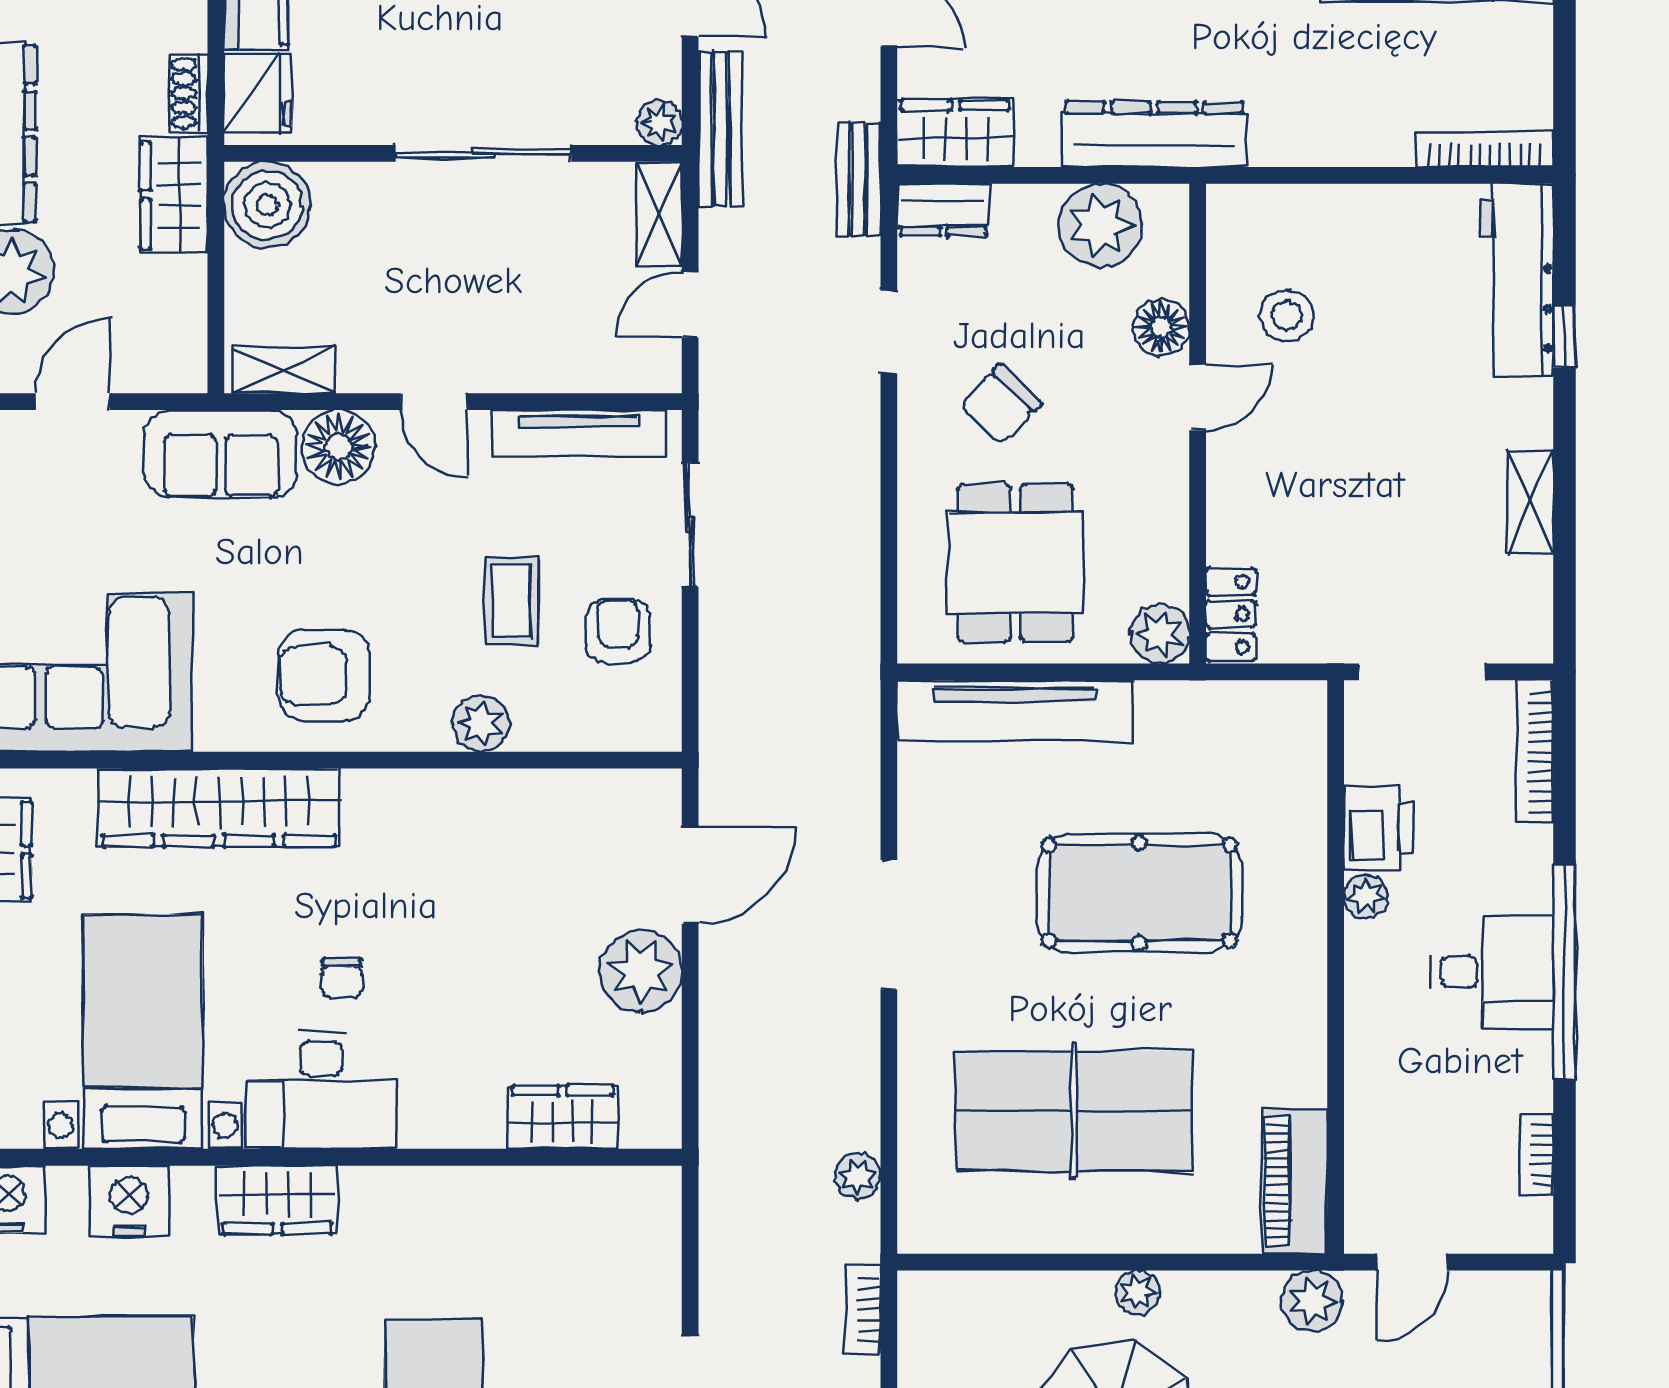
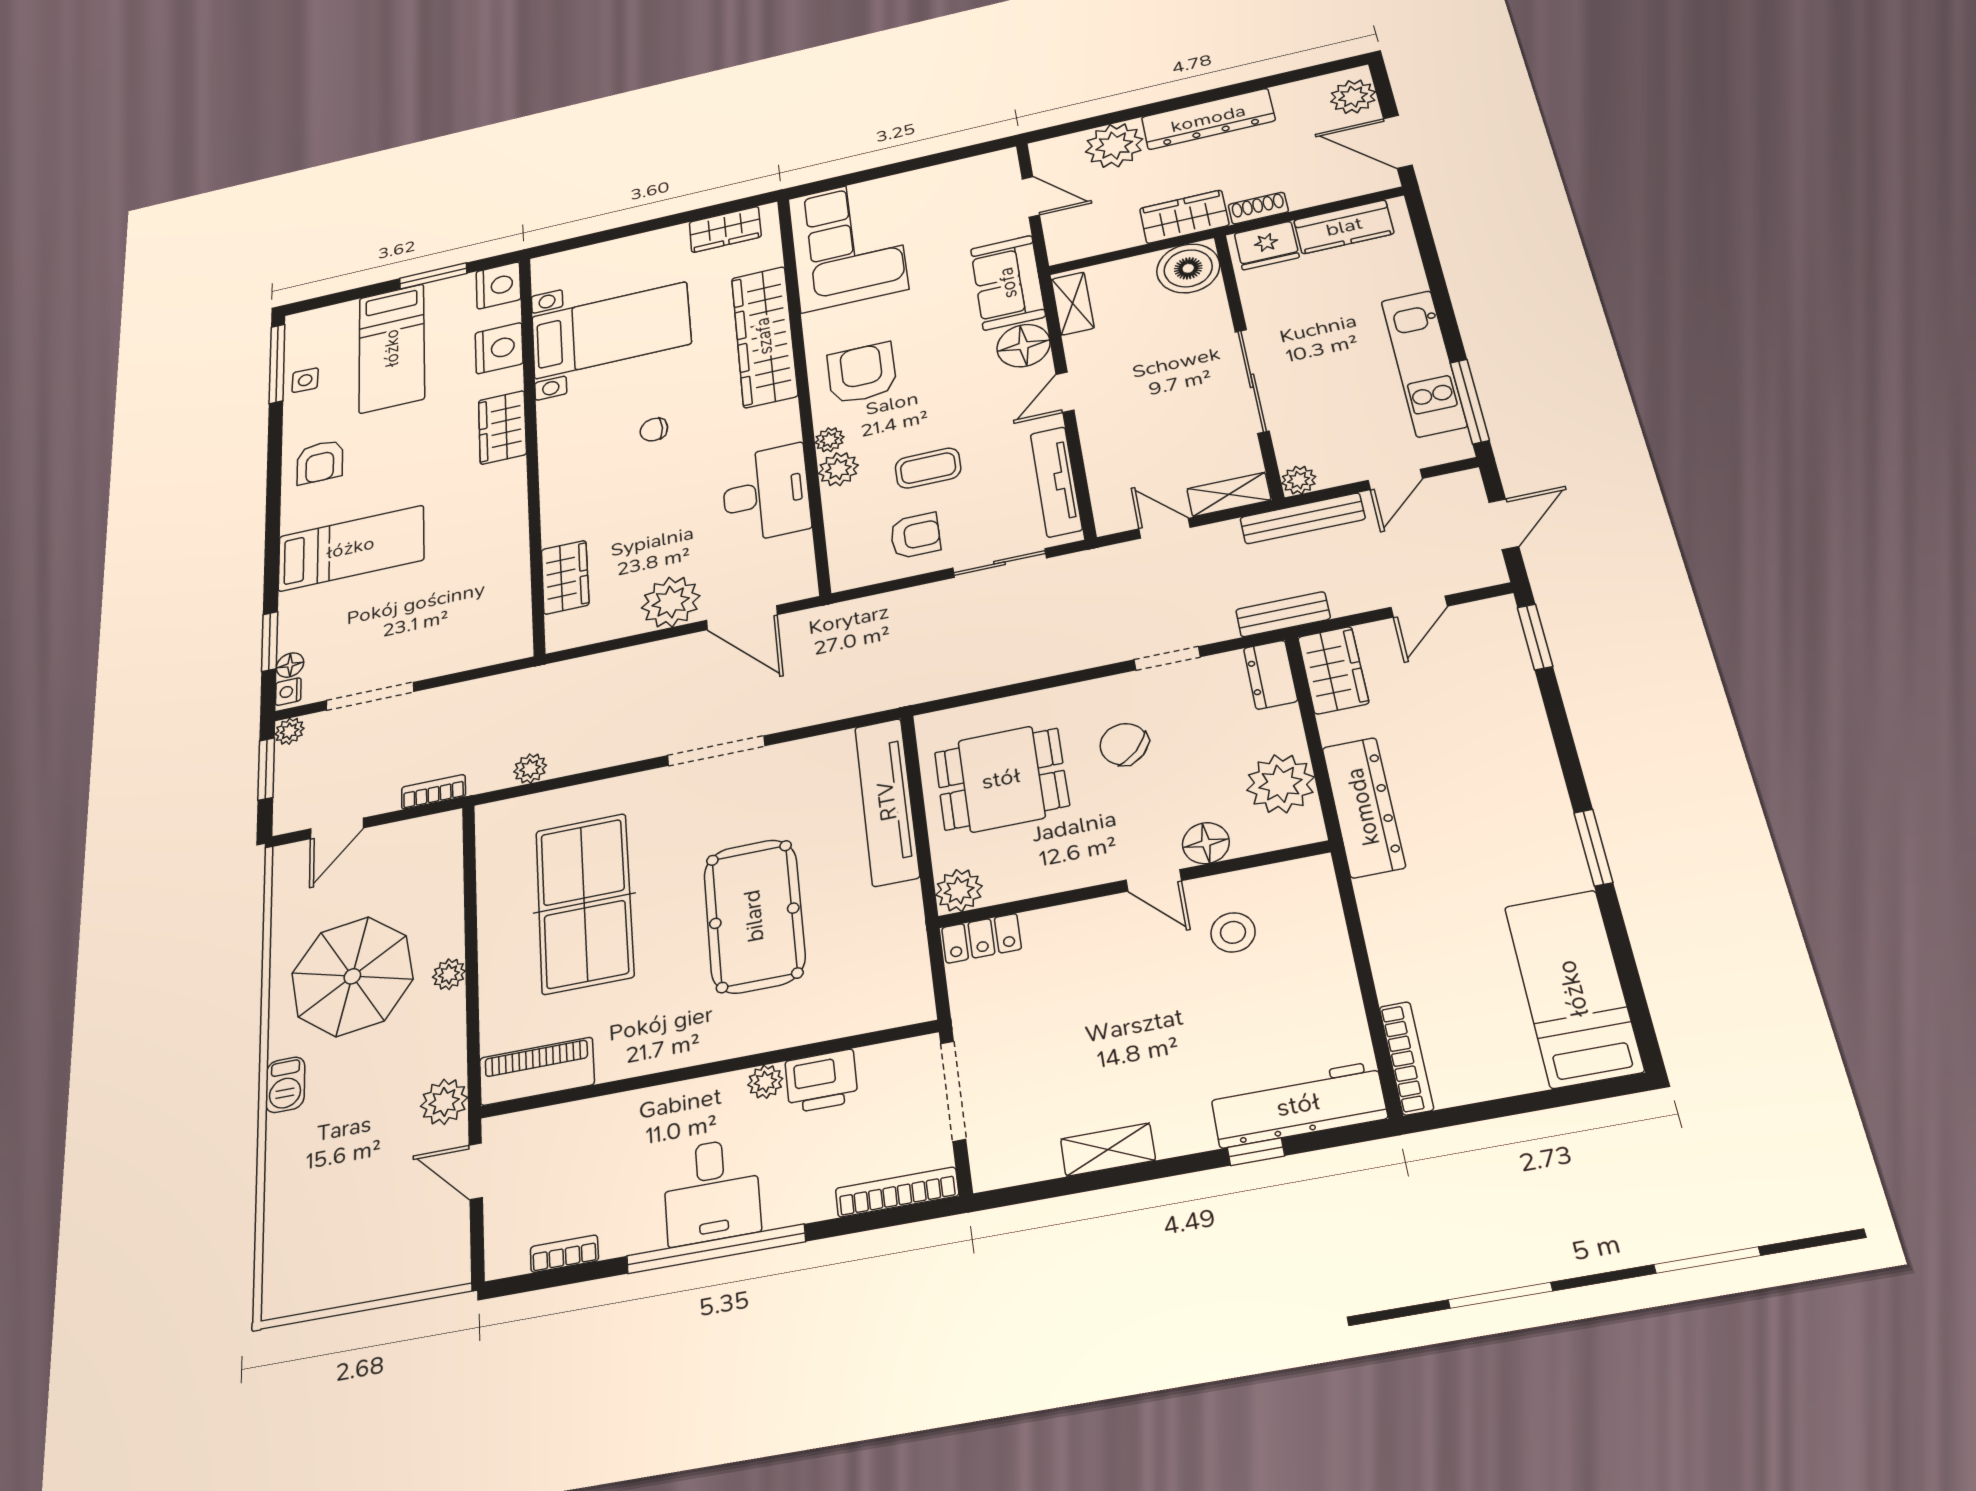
plant: (427, 731) -> (829, 440), added
desk: (321, 1090) -> (766, 493), moved, turned 180

